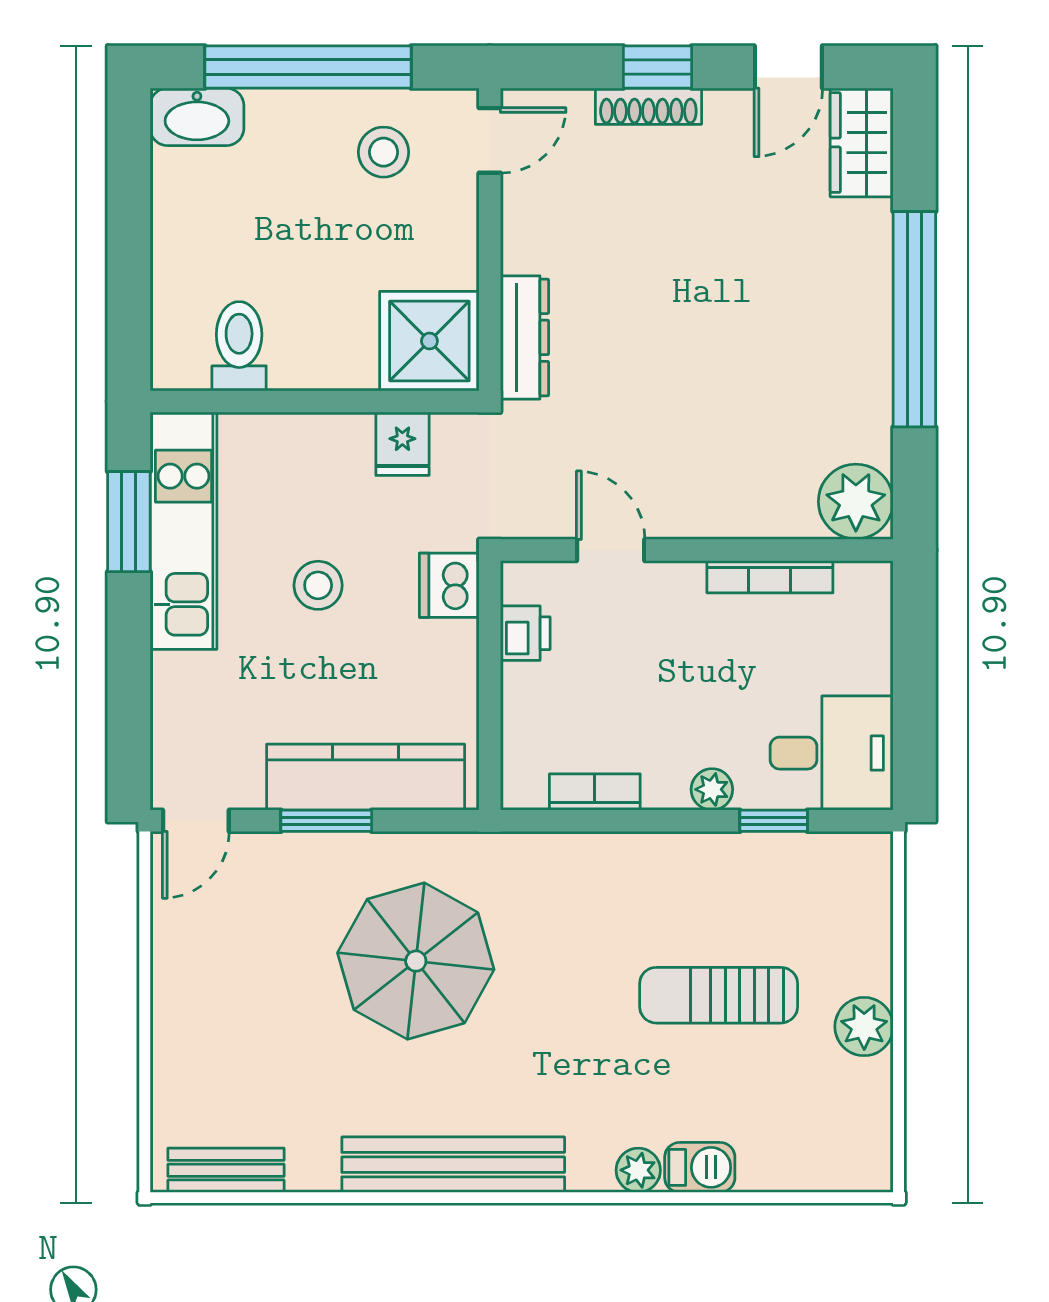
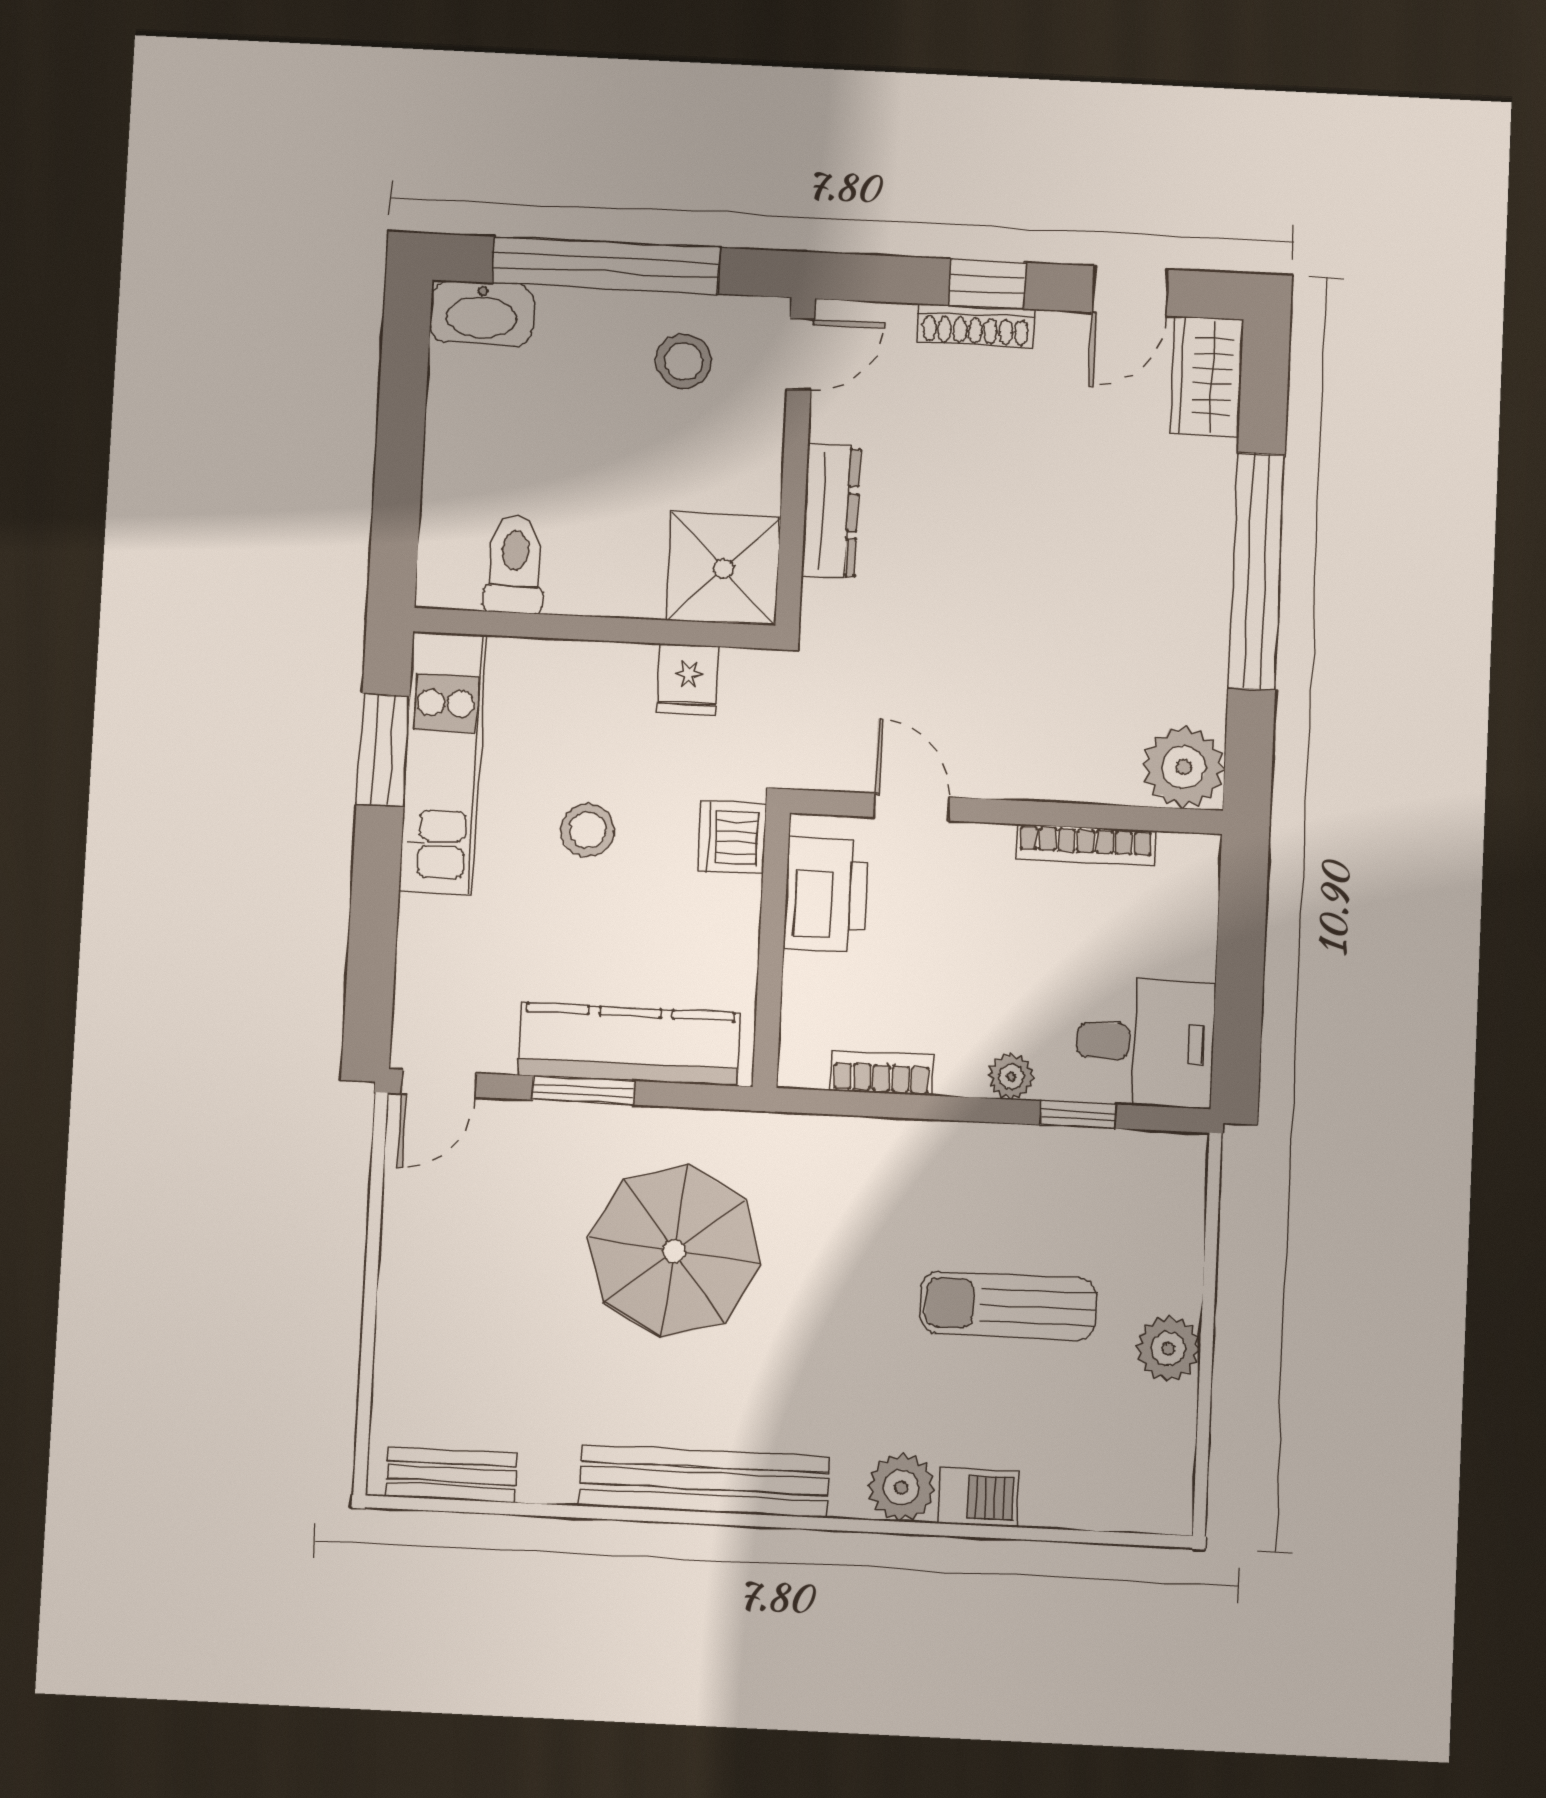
dresser: (525, 337) -> (831, 511), moved
printer: (525, 633) -> (826, 895), width x1.87, depth x1.48
plant: (638, 1170) -> (901, 1487), width x1.38, depth x1.38

